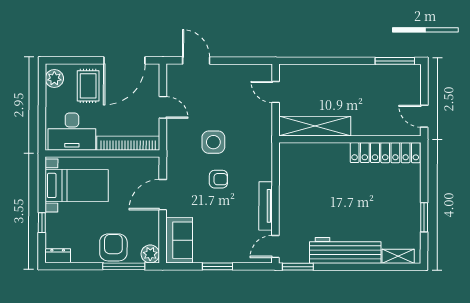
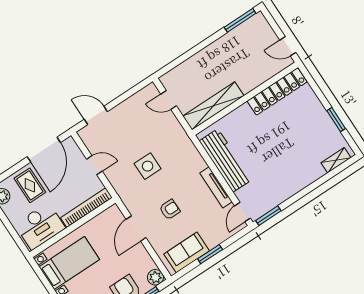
armchair: (218, 179) -> (170, 210), moved
sofa: (179, 240) -> (187, 252), moved, turned -90
workbench: (345, 250) -> (225, 160), moved, turned 90

